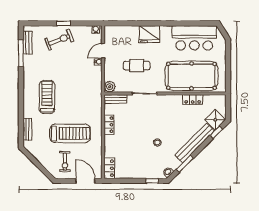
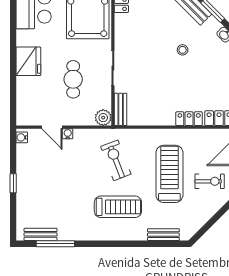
exercise bike: (59, 40) -> (116, 160), moved
treadmill: (47, 97) -> (118, 207), turned 180
locker: (109, 125) -> (189, 119), moved

